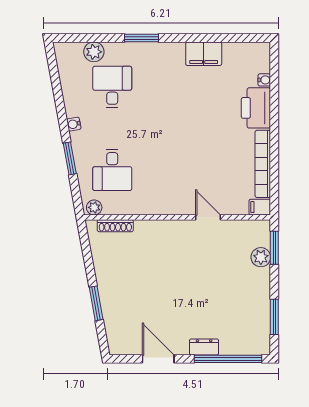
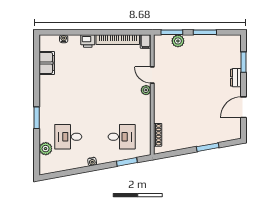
filing cabinet: (204, 54) -> (47, 63), moved
printer: (256, 108) -> (88, 41), width x0.53, depth x0.68
window: (70, 158) -> (127, 162), moved
plant: (94, 207) -> (146, 90), moved
door: (208, 217) -> (152, 75), hinge flipped
window: (274, 317) -> (205, 32), moved
window: (228, 359) -> (243, 62), width x0.47

